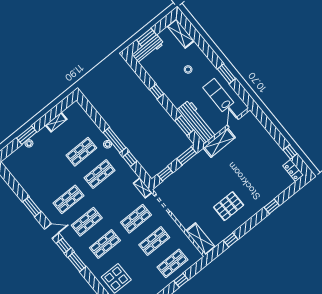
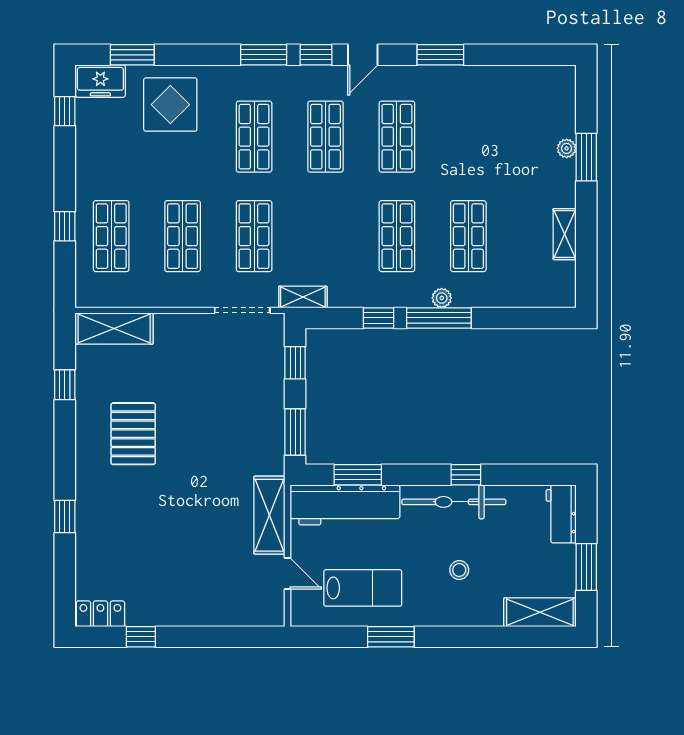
window: (146, 37) -> (586, 567), moved
workbench: (148, 49) -> (561, 514), width x0.73
bicycle: (168, 88) -> (454, 502), added

